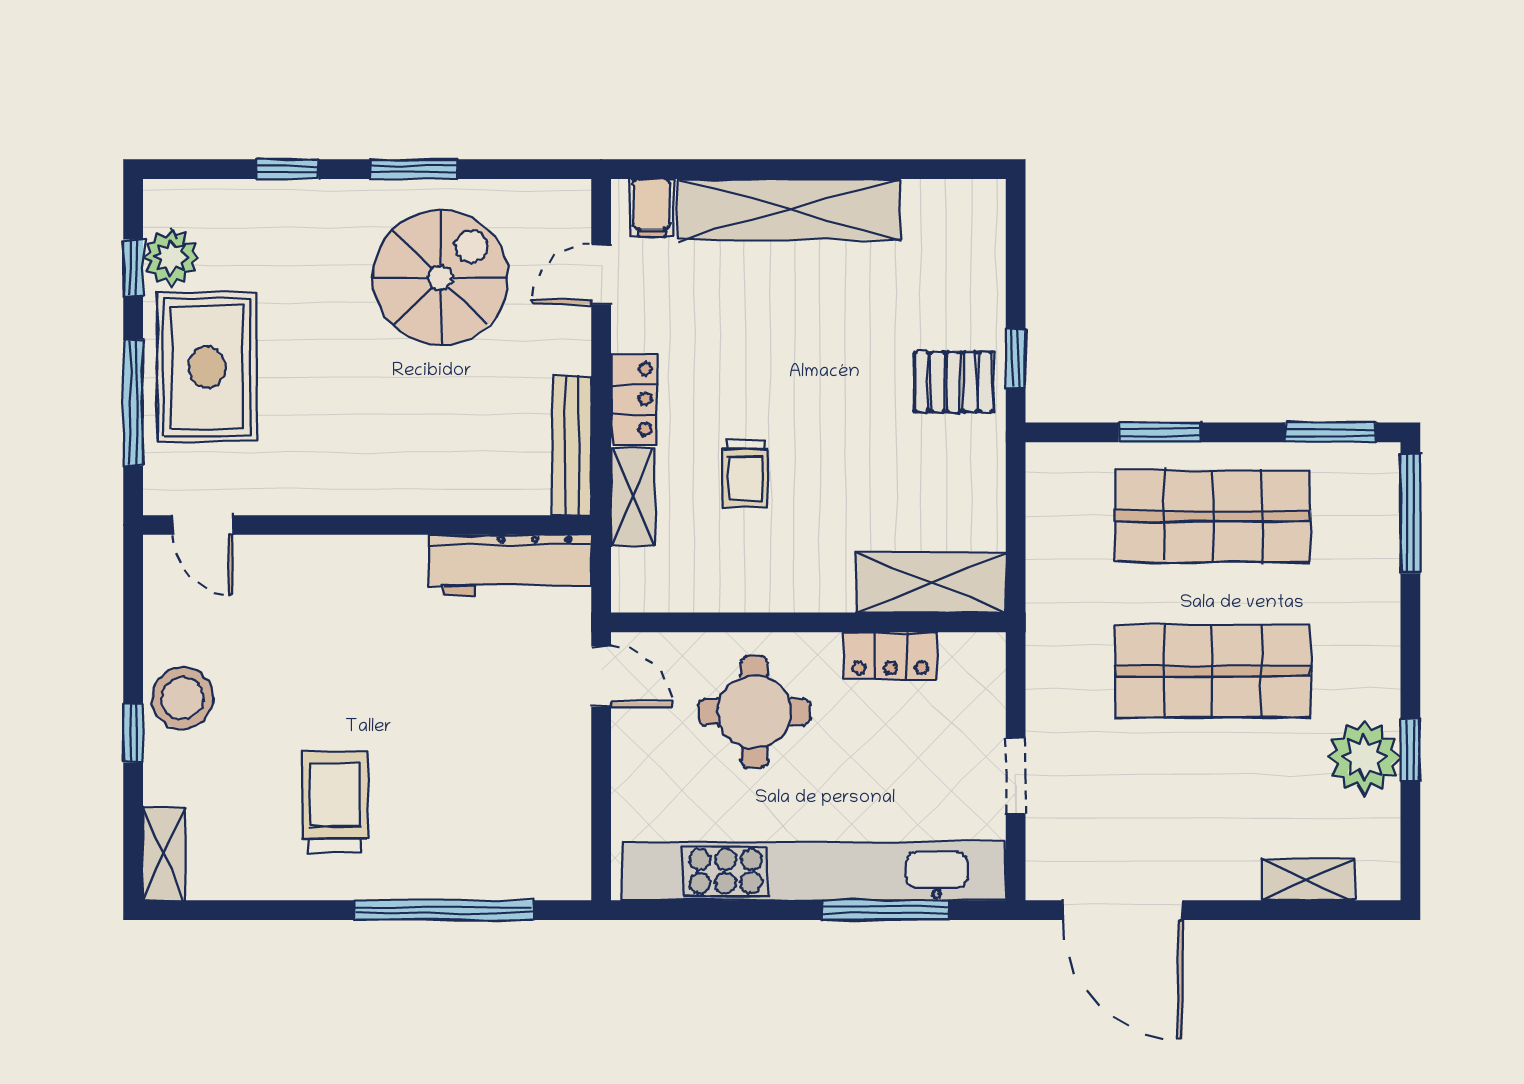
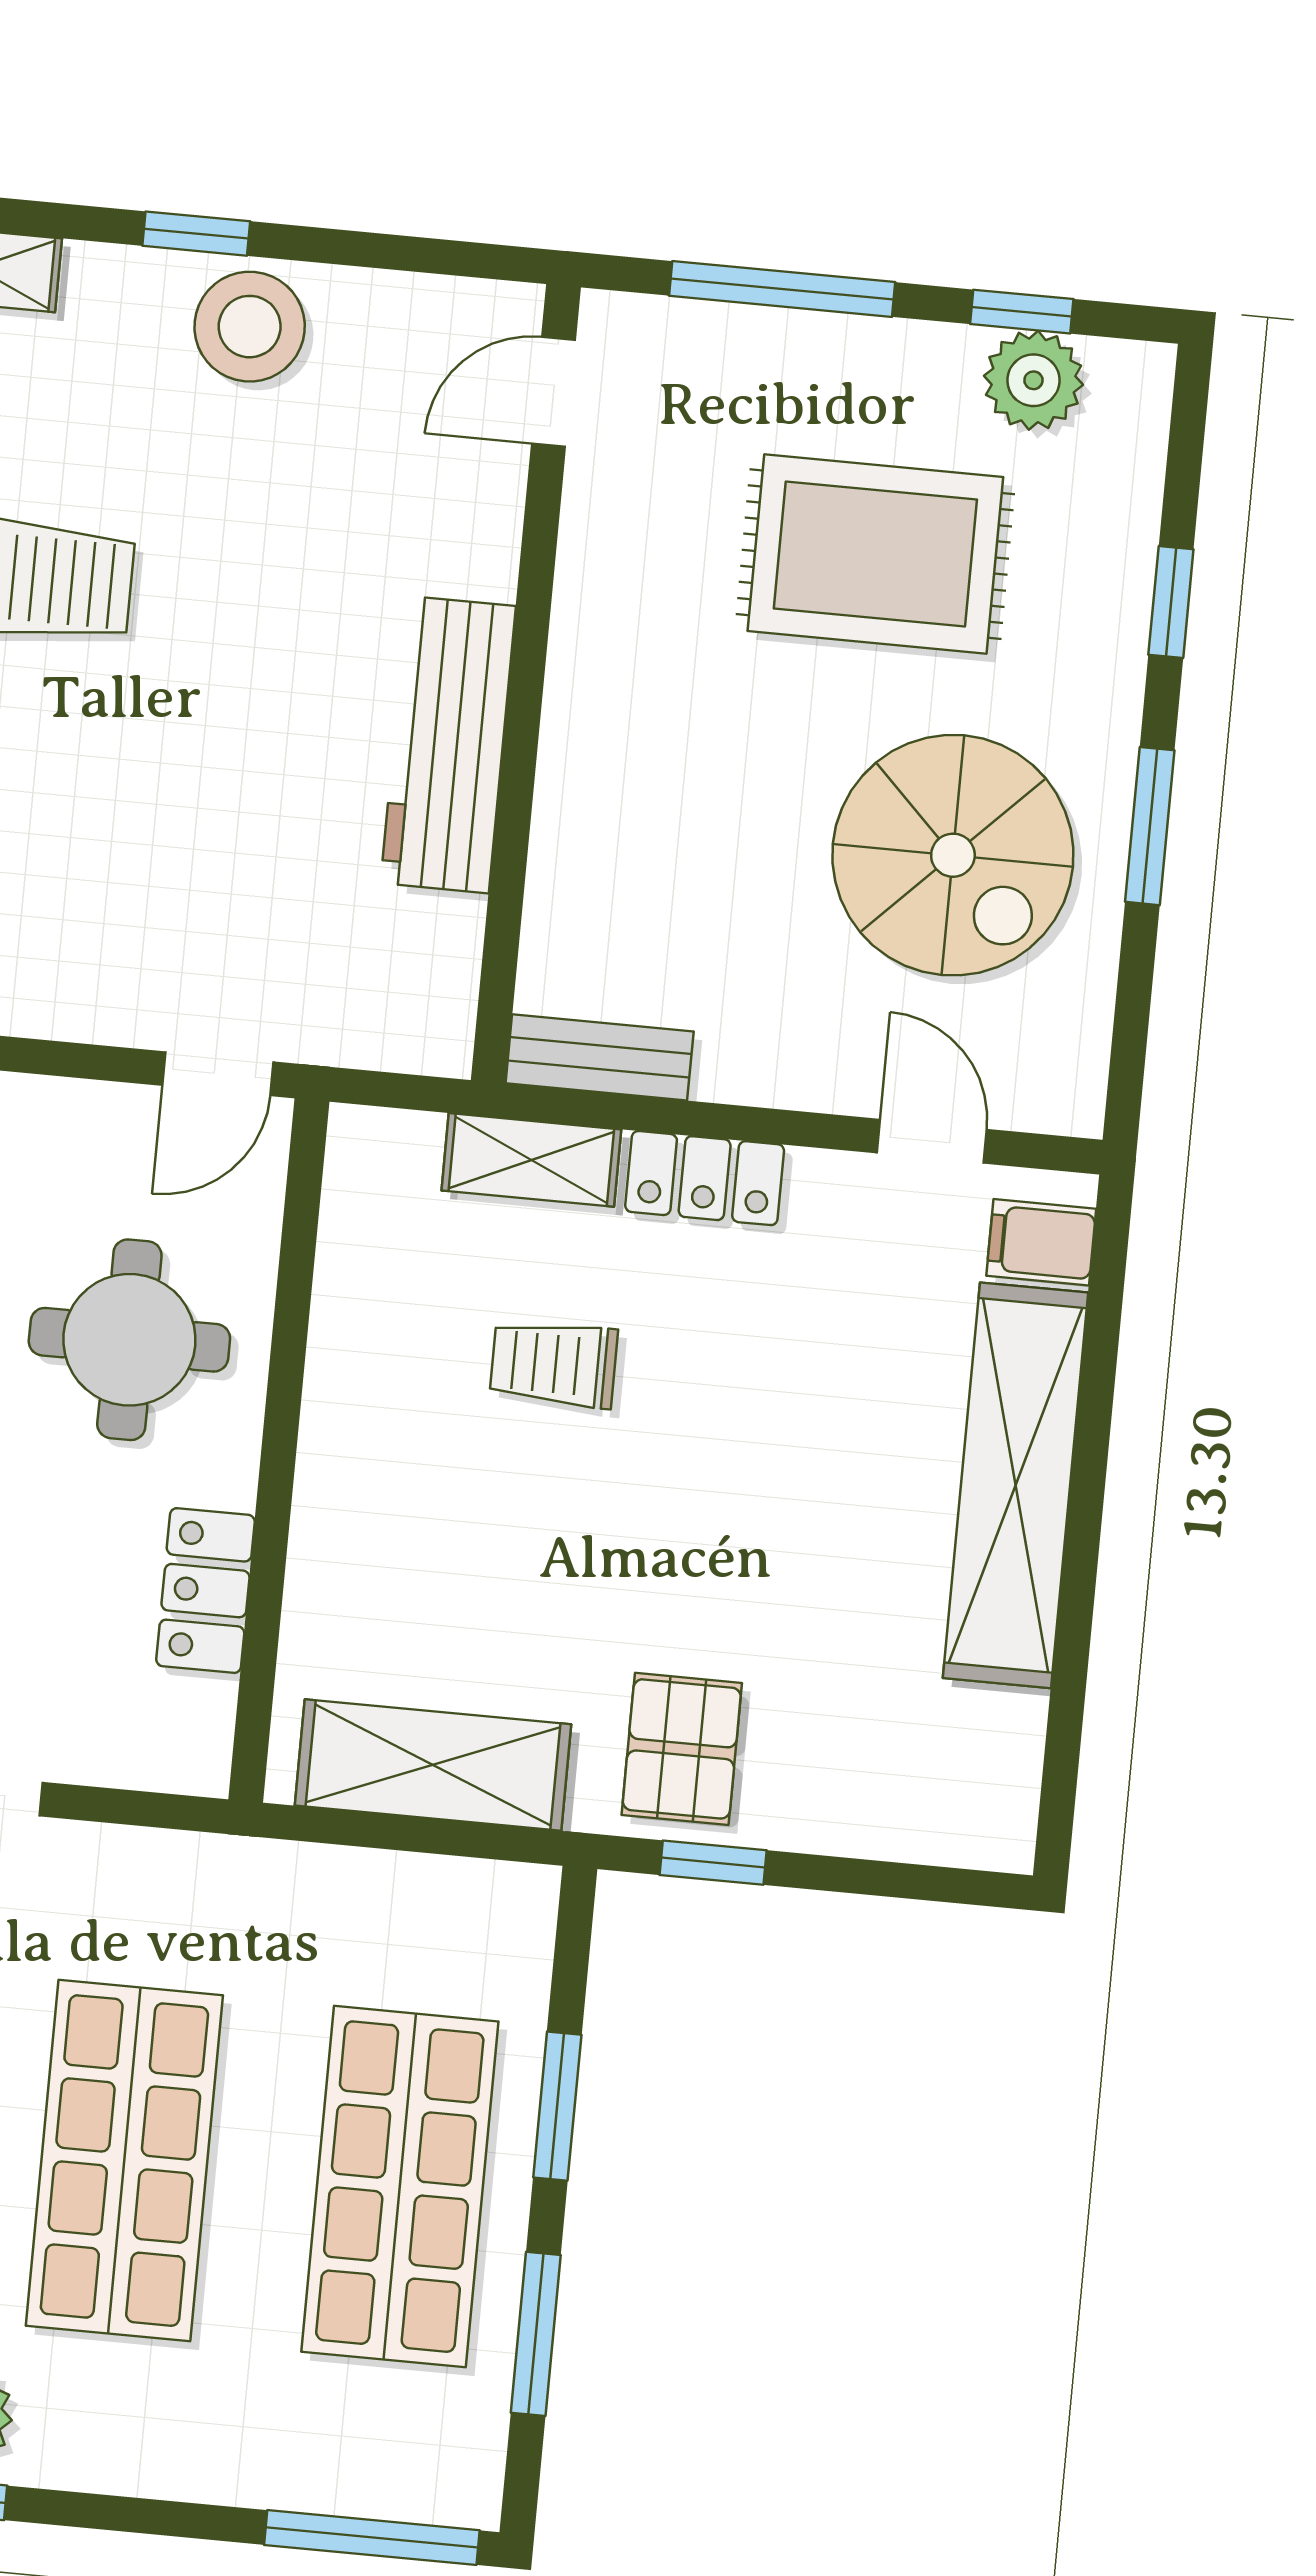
rug: (207, 367) -> (875, 554), moved
window: (1330, 432) -> (536, 2334), moved
bench: (572, 446) -> (600, 1057), width x0.73
workbench: (510, 565) -> (448, 745), moved
shelving: (931, 583) -> (433, 1765), moved, turned 90

